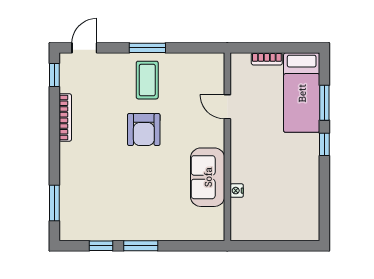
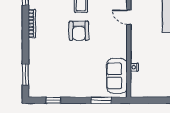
sofa: (208, 177) -> (117, 76), moved
window: (141, 246) -> (101, 100), moved

